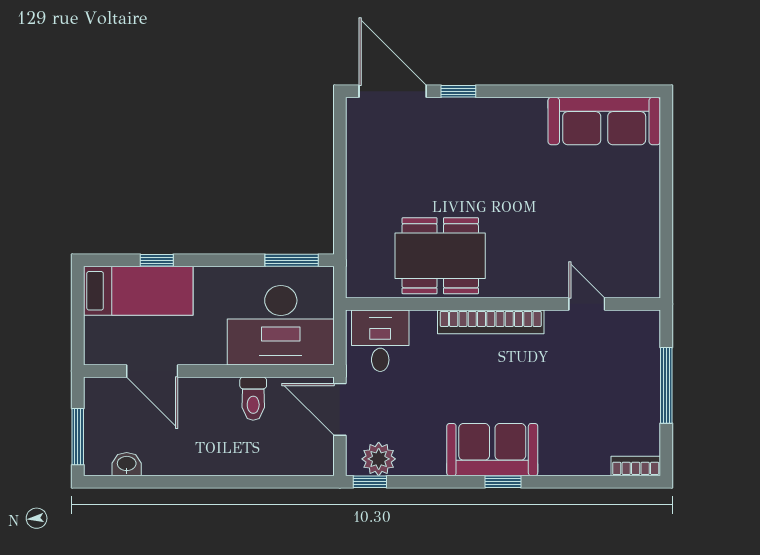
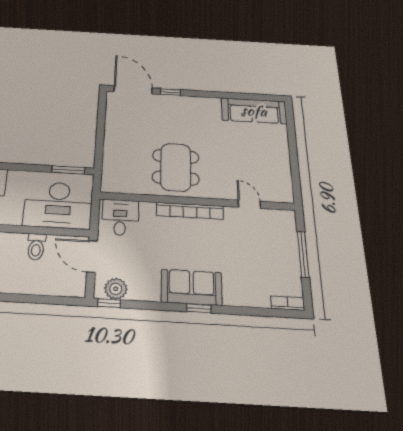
dining table: (440, 256) -> (176, 167), moved, turned 90

